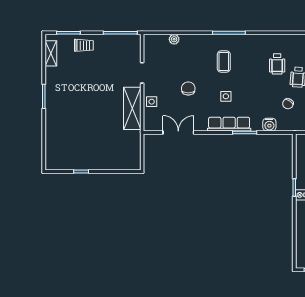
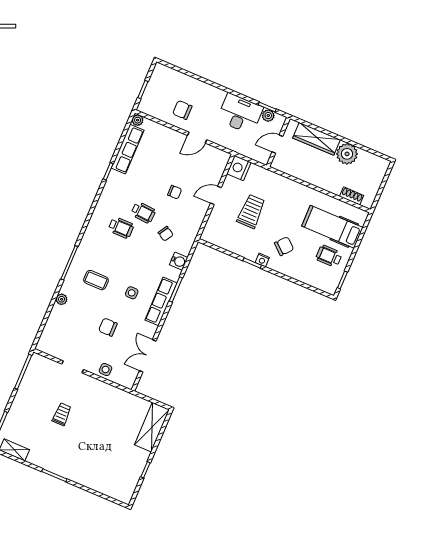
plant: (174, 39) -> (62, 299), moved
trolley: (84, 45) -> (62, 414), moved
shelving: (132, 108) -> (152, 427), moved, turned 90

